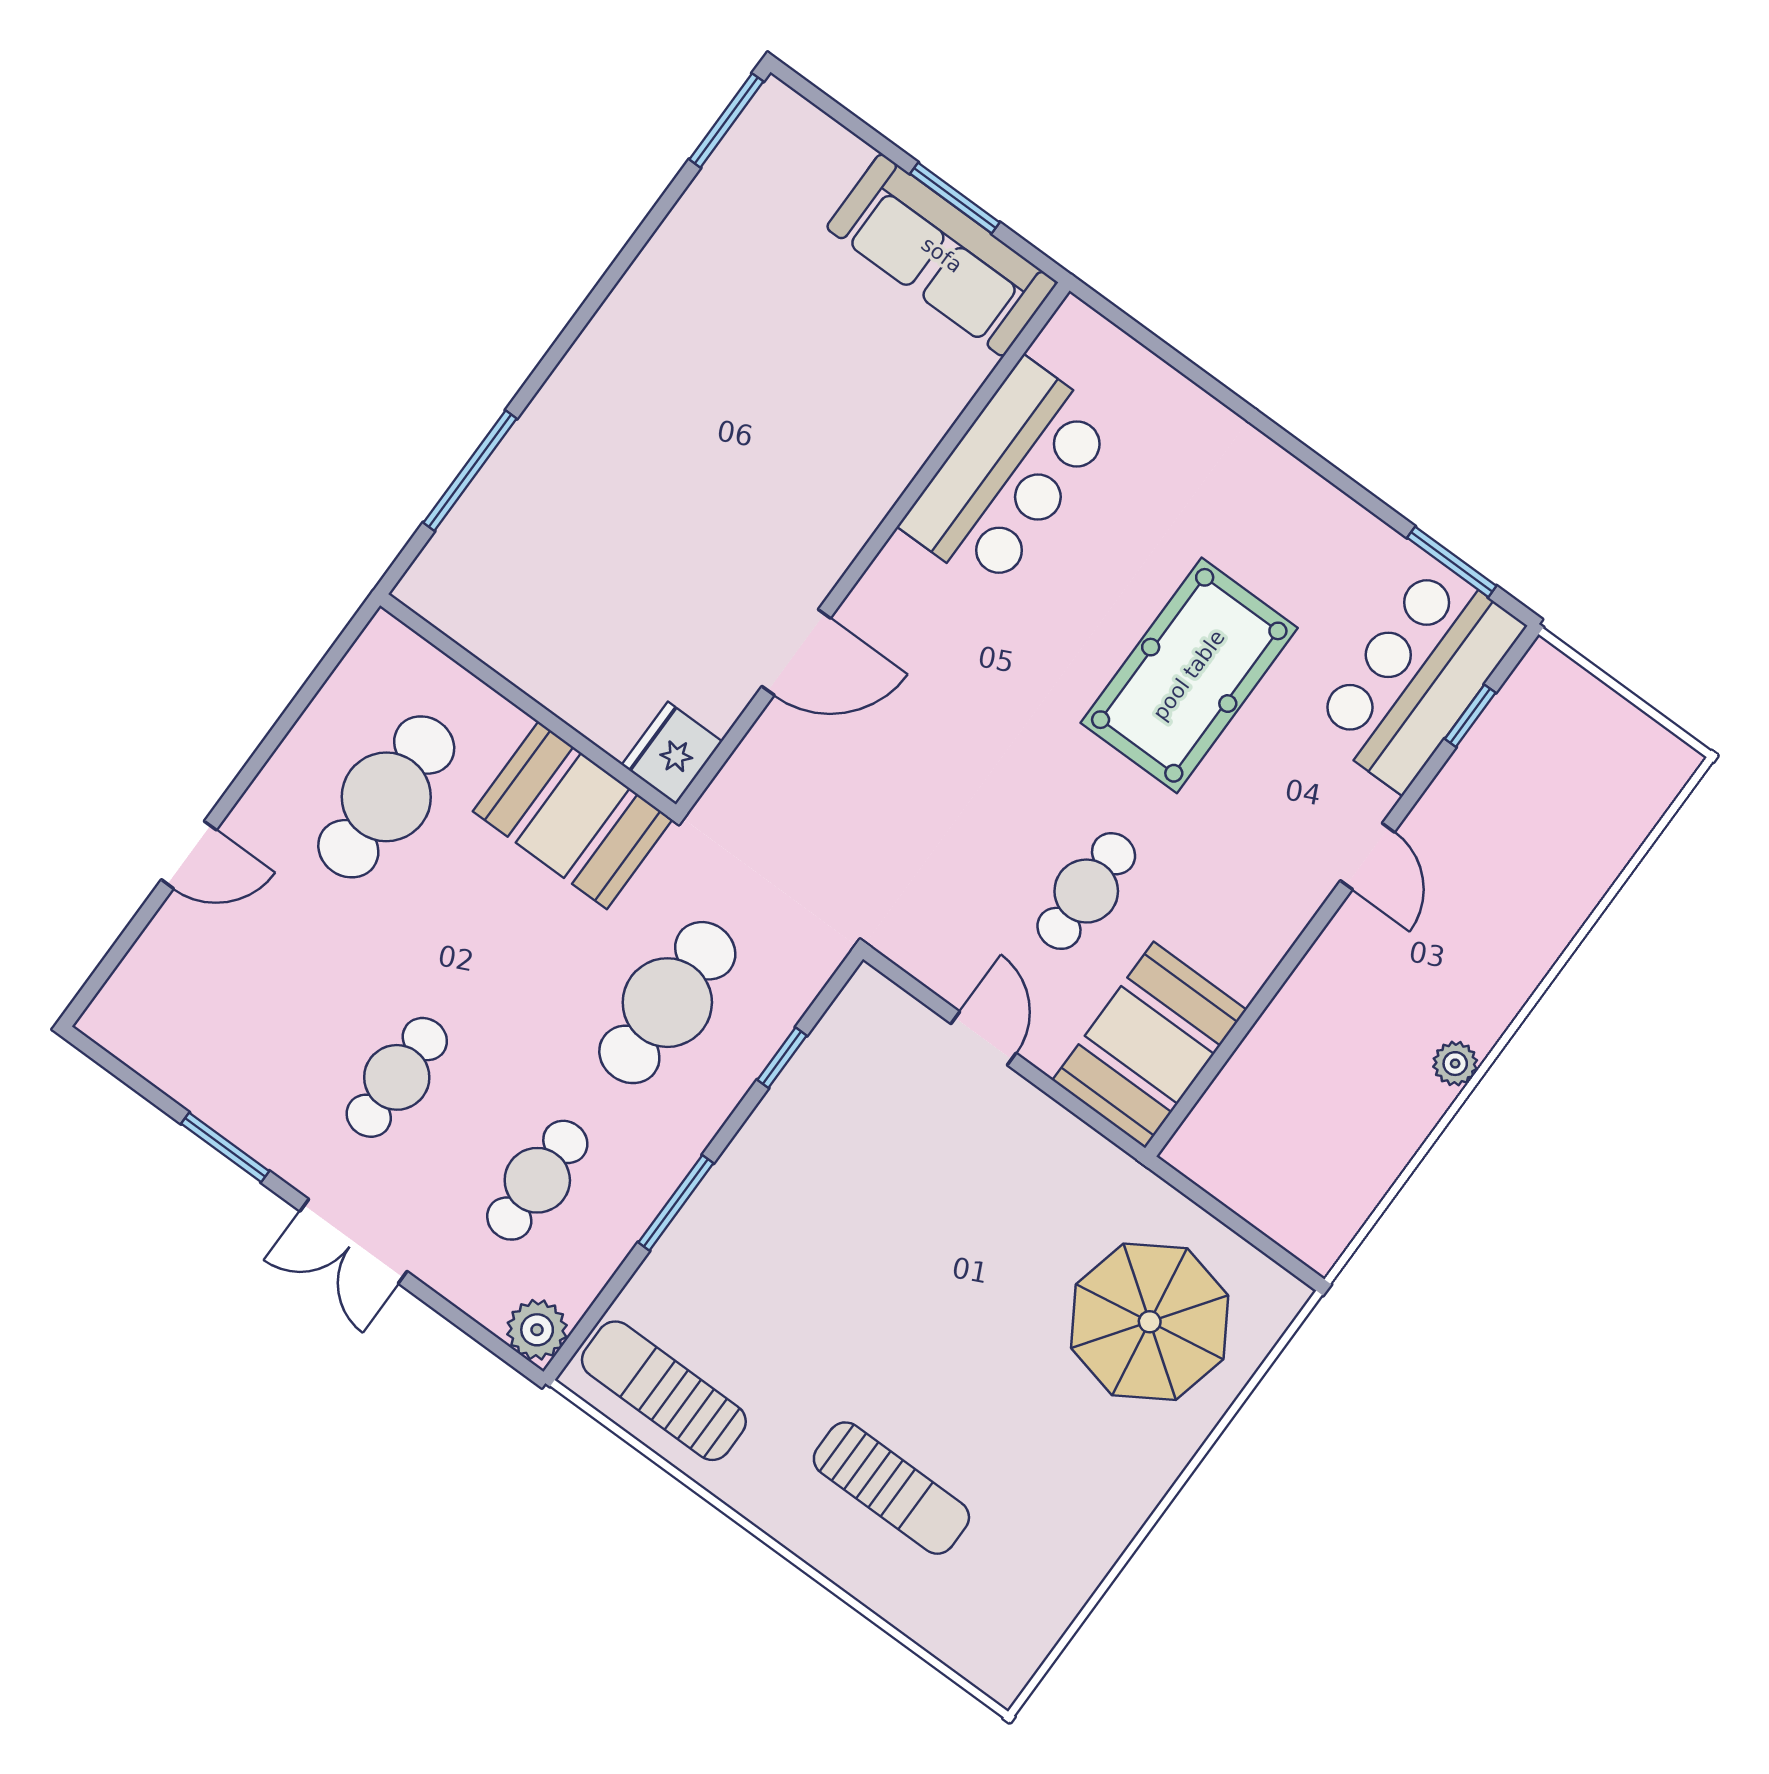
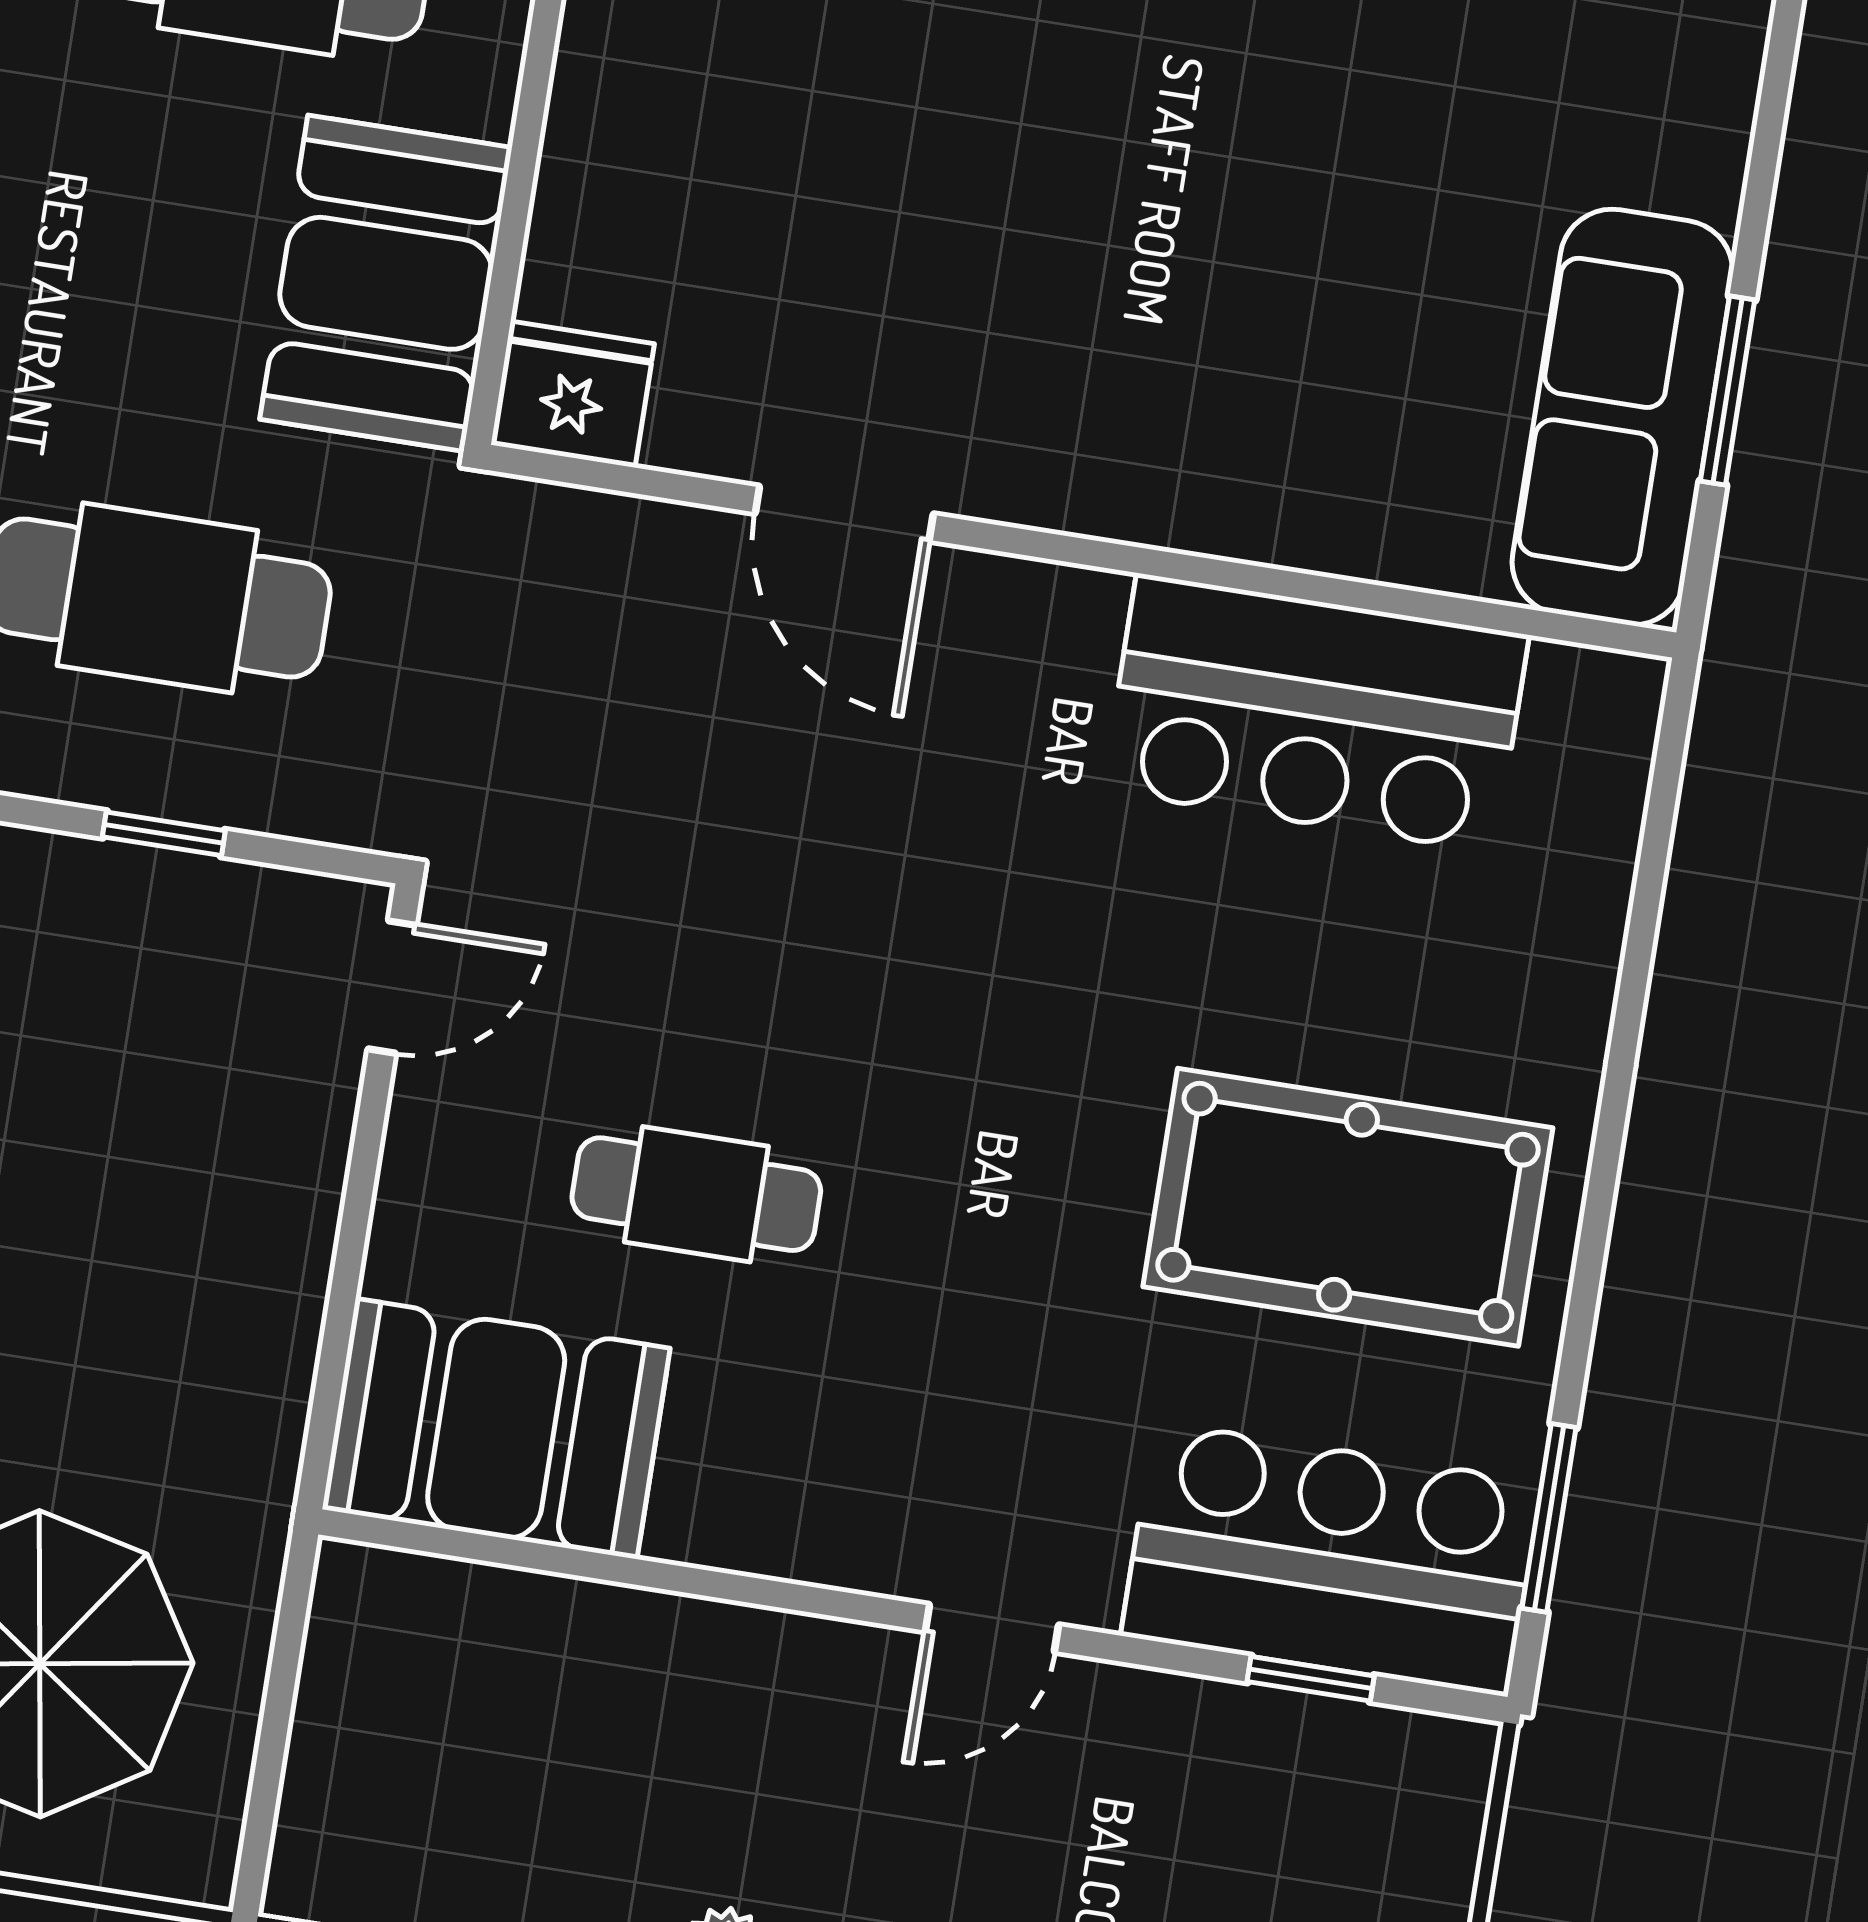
pool table: (1189, 675) -> (1348, 1207), moved
door: (984, 1038) -> (392, 987), moved

